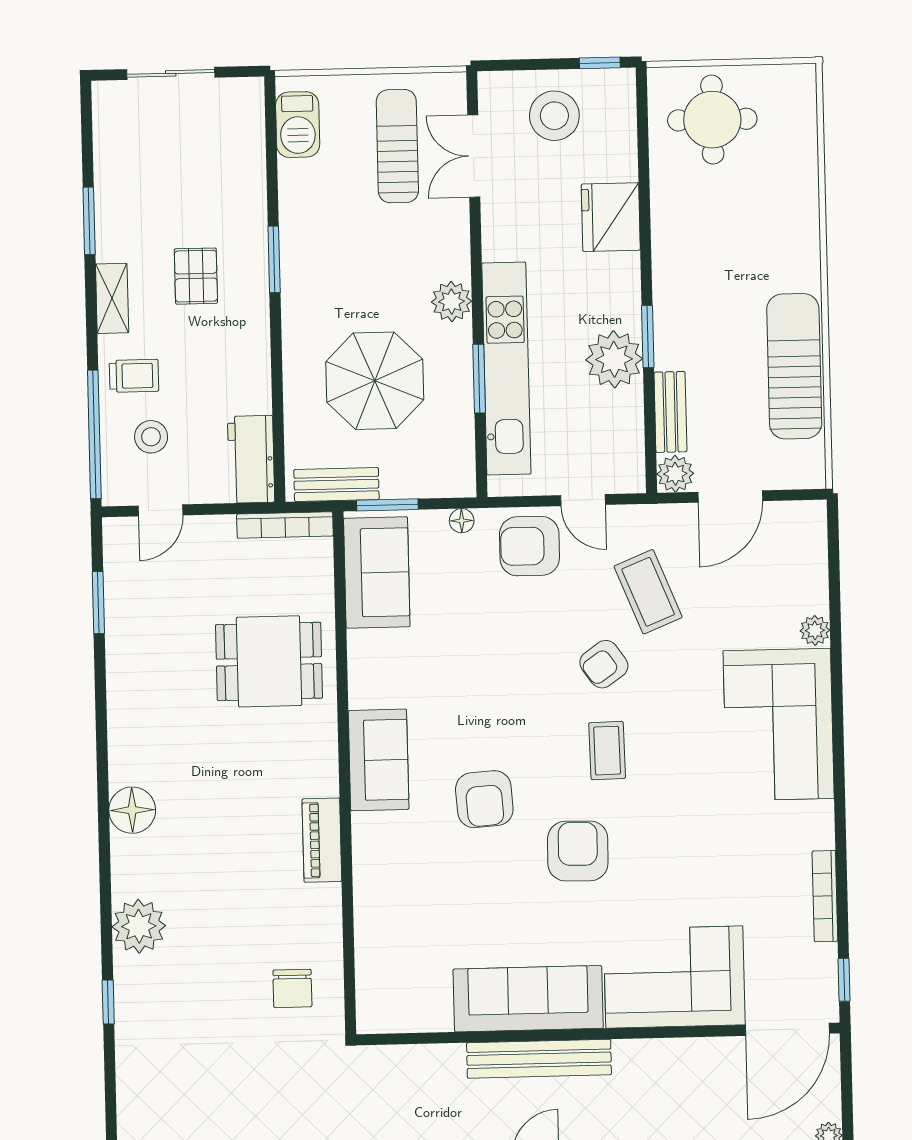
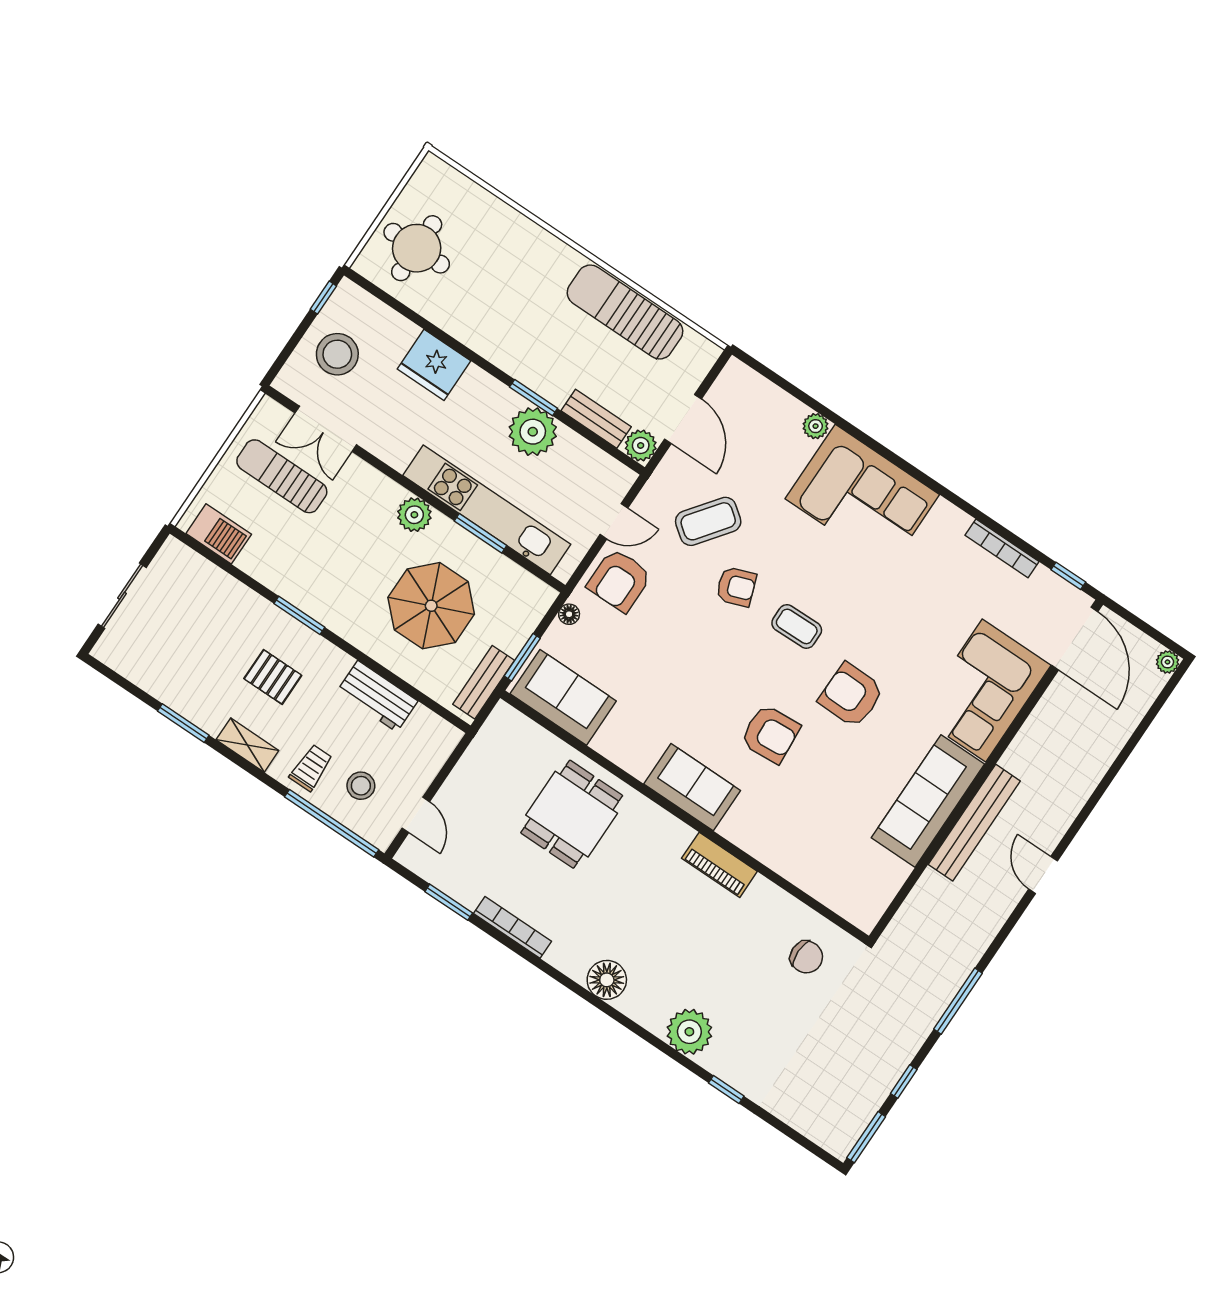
workbench: (251, 459) -> (377, 696), moved
bookcase: (285, 525) -> (512, 927), moved, turned -90
coffee table: (648, 592) -> (708, 521), turned -31
armchair: (604, 664) -> (736, 587), turned -75

